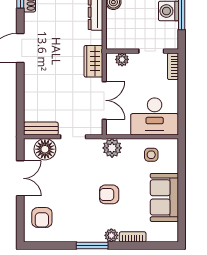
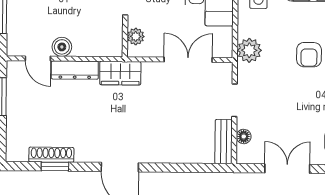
wardrobe: (93, 61) -> (120, 73), moved
floor lamp: (45, 149) -> (244, 136), width x0.53, depth x0.53

